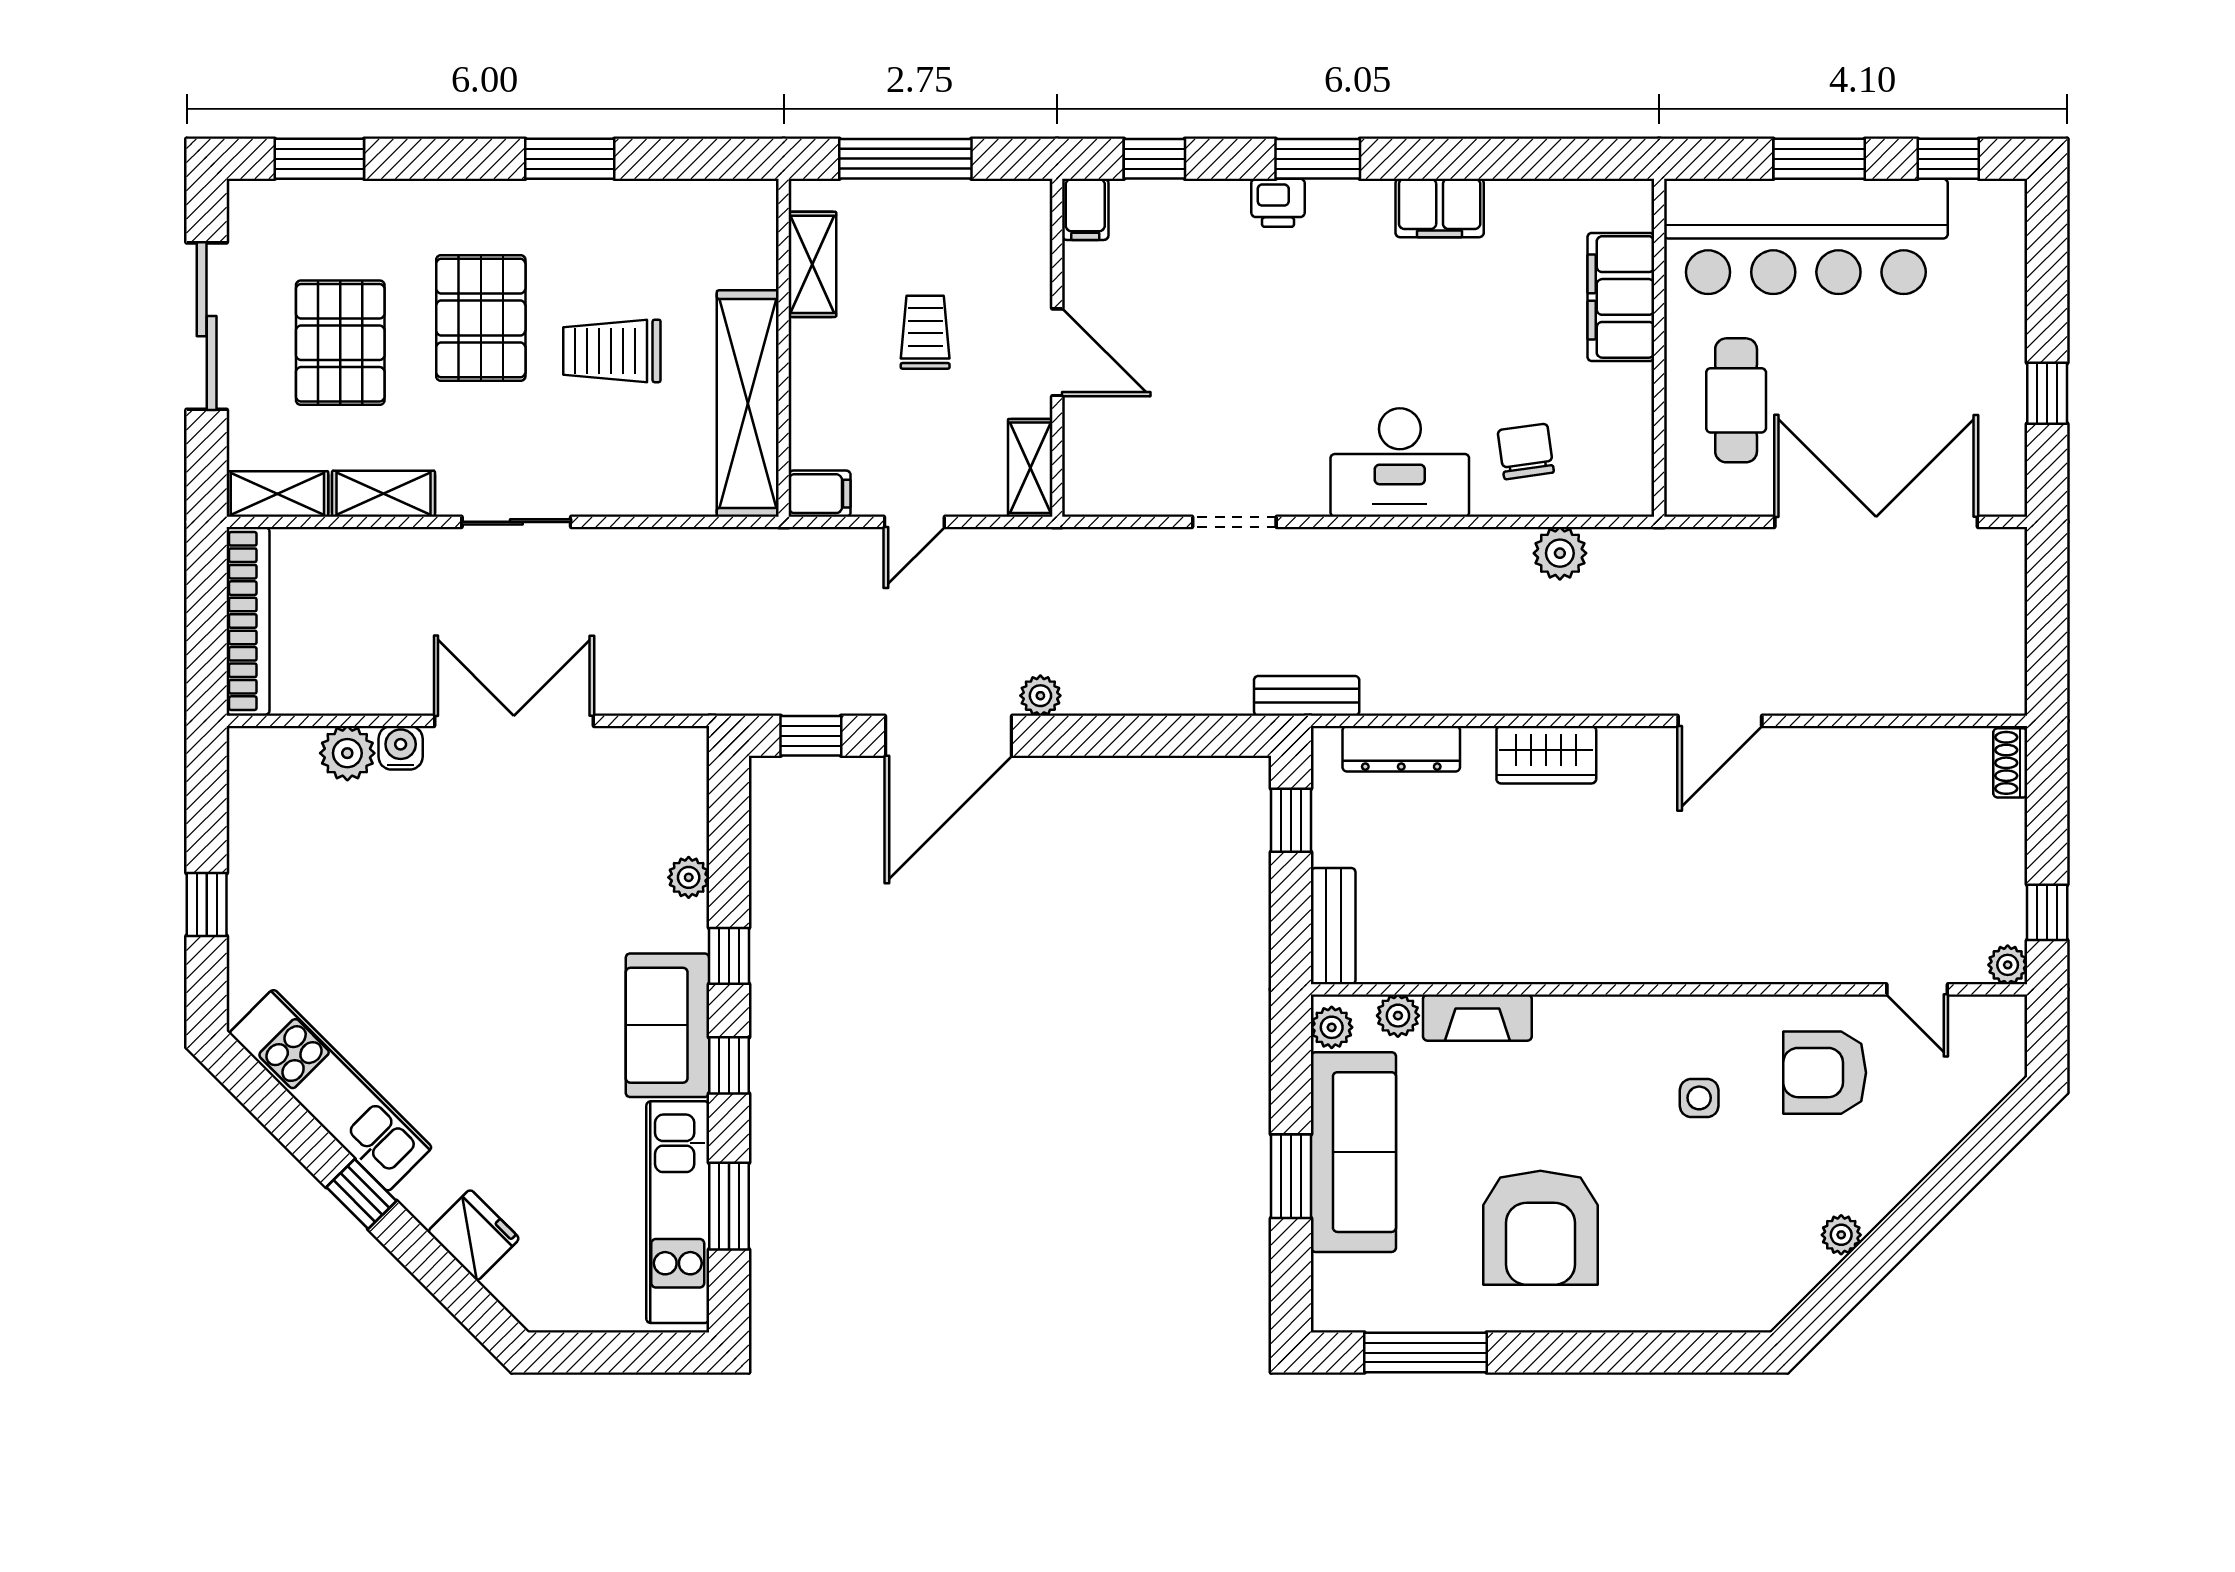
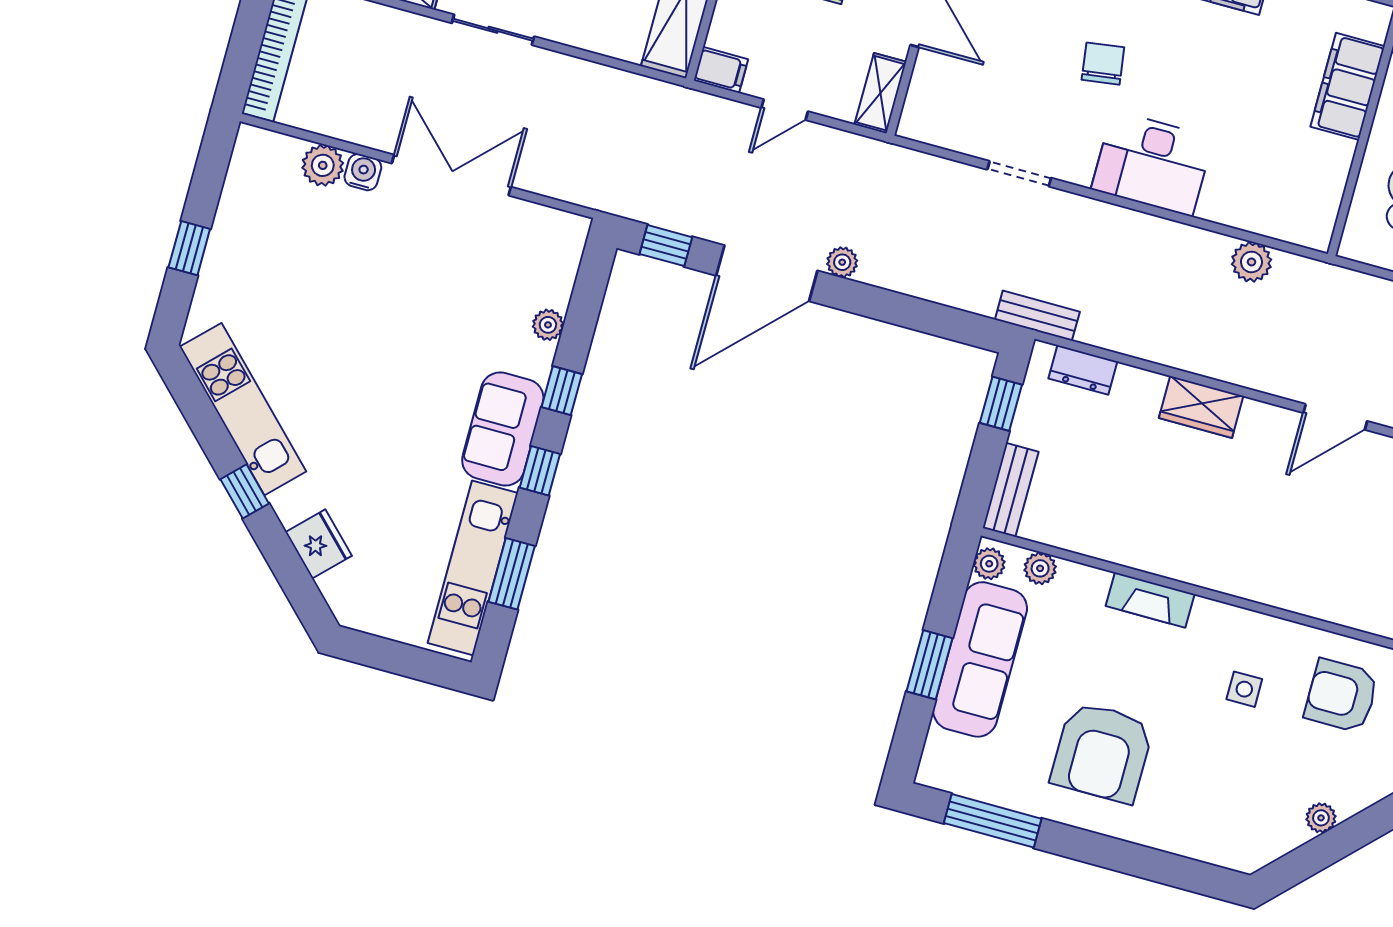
chair: (1526, 451) -> (1103, 64), moved
dresser: (1401, 749) -> (1083, 370), width x0.70
fireplace: (1477, 1018) -> (1150, 600), moved

